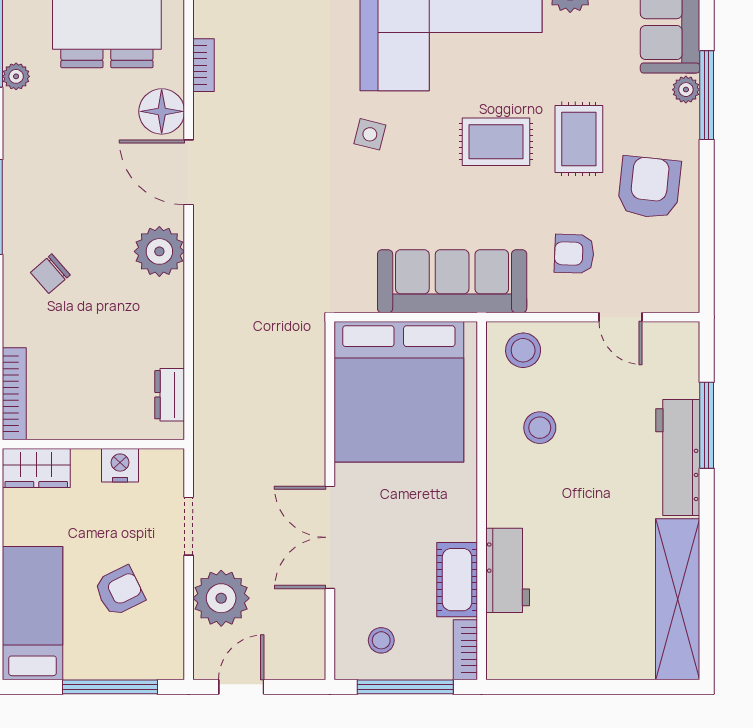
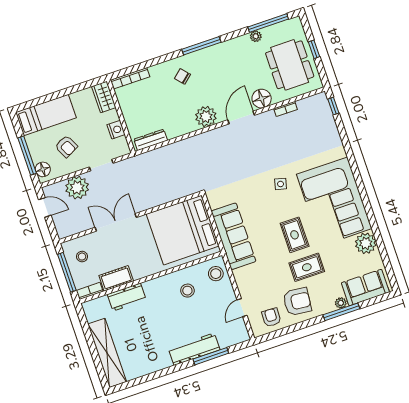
armchair: (574, 254) -> (271, 317), moved
dresser: (170, 395) -> (151, 140), width x1.44
shelving: (678, 599) -> (107, 353), moved, turned 90
floor lamp: (153, 662) -> (43, 169), added

